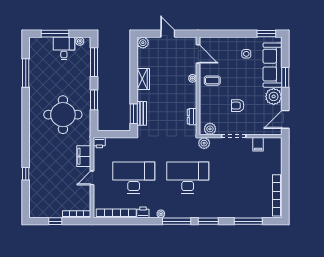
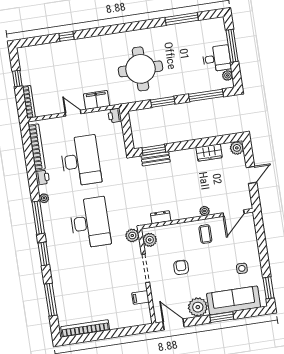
wardrobe: (143, 79) -> (209, 153), moved

